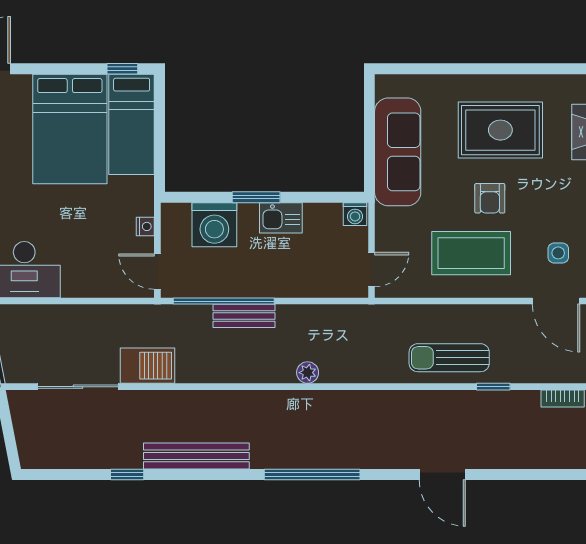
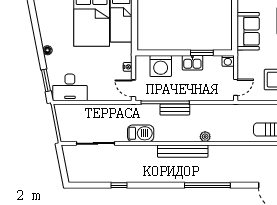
sofa: (398, 152) -> (248, 31), width x0.73
window: (256, 197) -> (202, 53), moved
barbecue: (147, 366) -> (141, 133), moved
bench: (196, 456) -> (183, 151), moved

